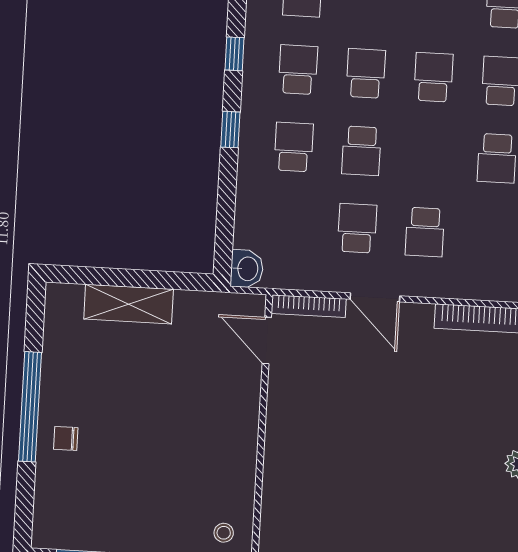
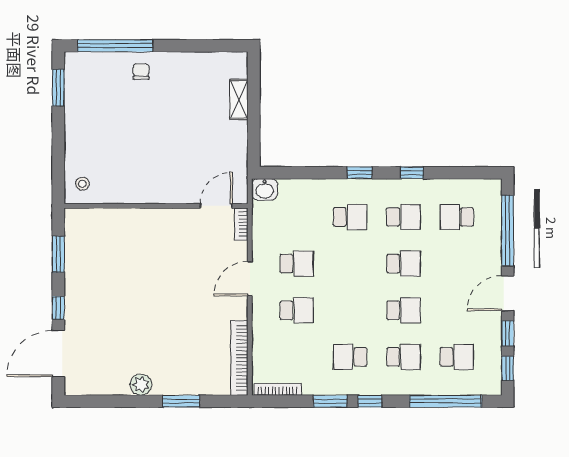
school desk: (361, 151) -> (350, 264), removed
school desk: (425, 232) -> (297, 310), turned 180
shelving: (129, 304) -> (239, 99), width x0.67, depth x0.75
bookcase: (309, 306) -> (241, 224), width x0.64
window: (30, 407) -> (115, 46), moved

